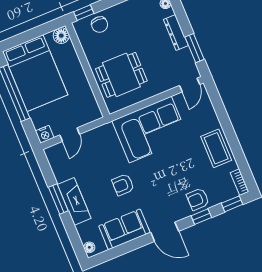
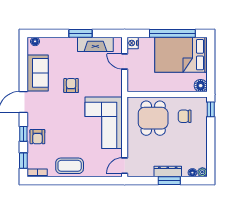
chair: (100, 25) -> (185, 116), moved
window: (195, 48) -> (169, 181), moved
door: (190, 85) -> (125, 166), hinge flipped
armchair: (198, 199) -> (37, 137), turned 180
fireplace: (74, 201) -> (95, 44), moved

